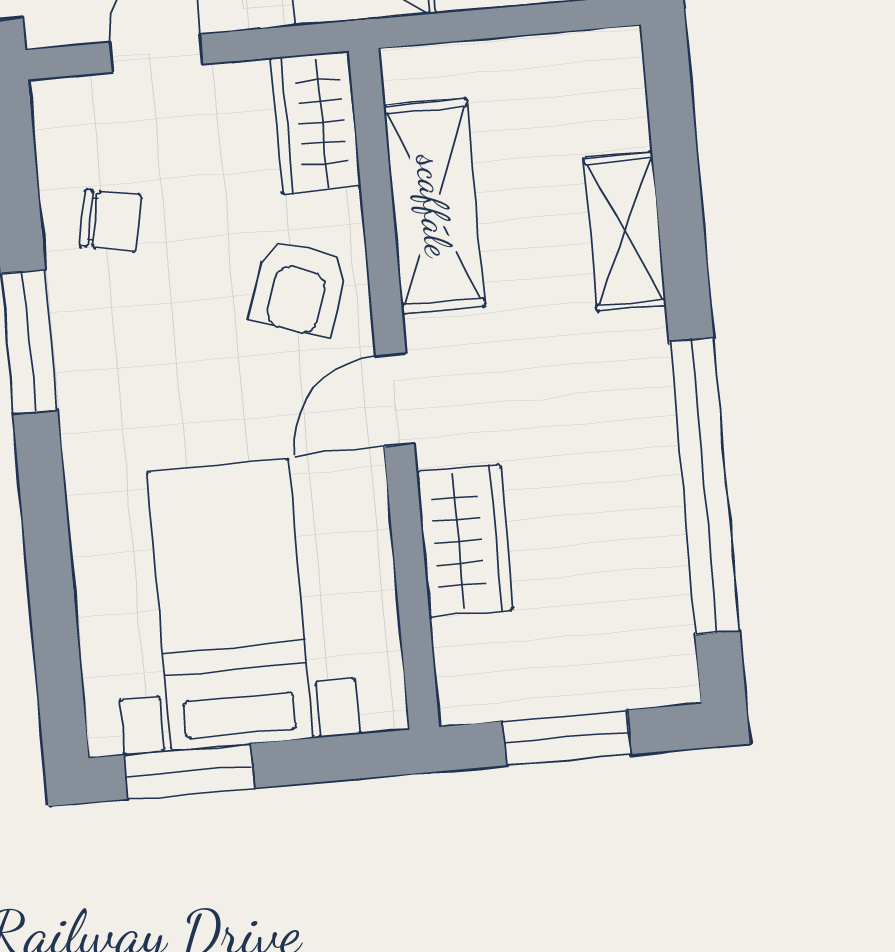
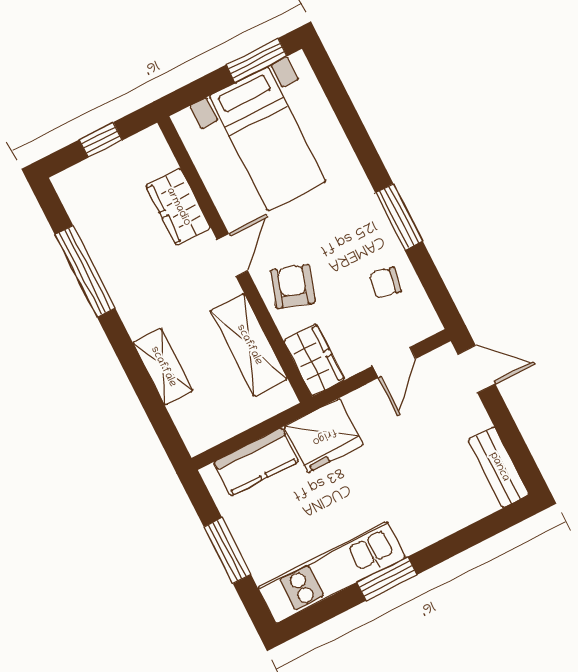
window: (704, 486) -> (85, 271), width x0.68
window: (567, 738) -> (101, 140), width x0.67

